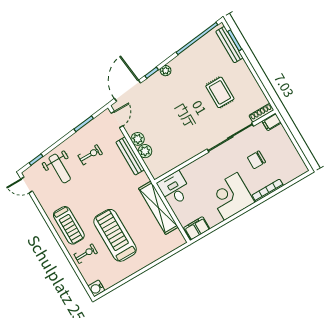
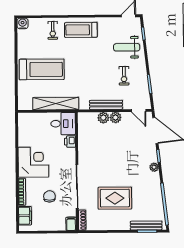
rug: (220, 92) -> (115, 198), width x1.36, depth x1.43
printer: (189, 171) -> (70, 142), added
filing cabinet: (197, 228) -> (25, 216), moved
treadmill: (115, 235) -> (42, 69), moved

